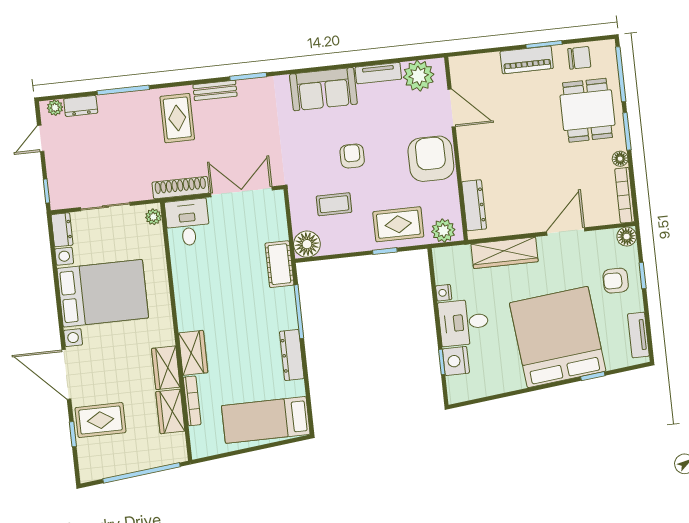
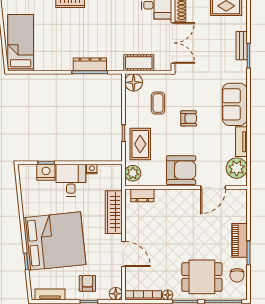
bench: (215, 90) -> (242, 46), moved
dresser: (474, 205) -> (142, 195), width x0.70
cot: (279, 264) -> (139, 63), moved
dresser: (292, 355) -> (90, 64), moved

